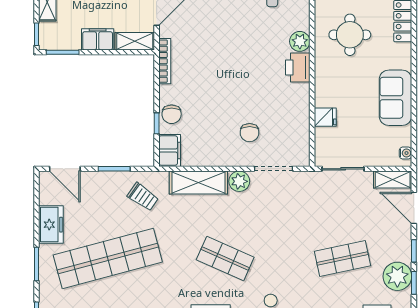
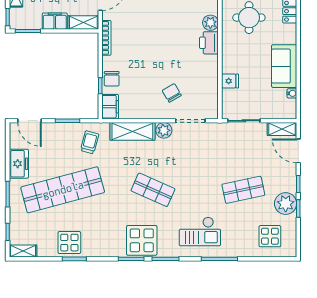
chair: (250, 133) -> (172, 93), turned 150
water cooler: (405, 153) -> (292, 93), moved
trolley: (143, 197) -> (90, 142), turned -110

